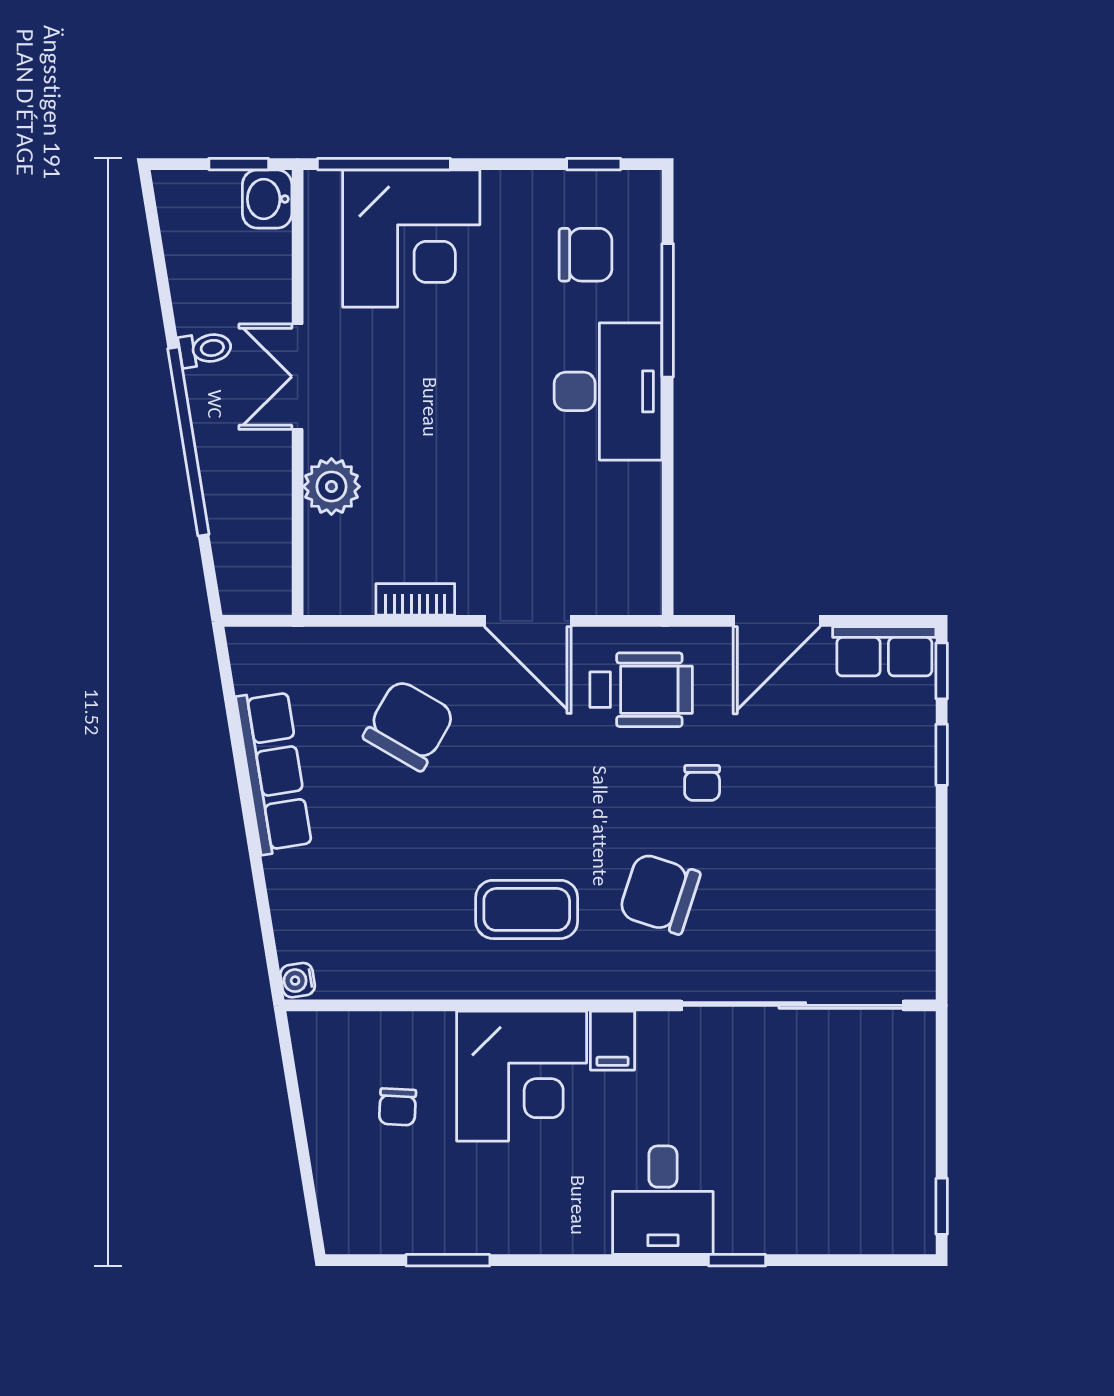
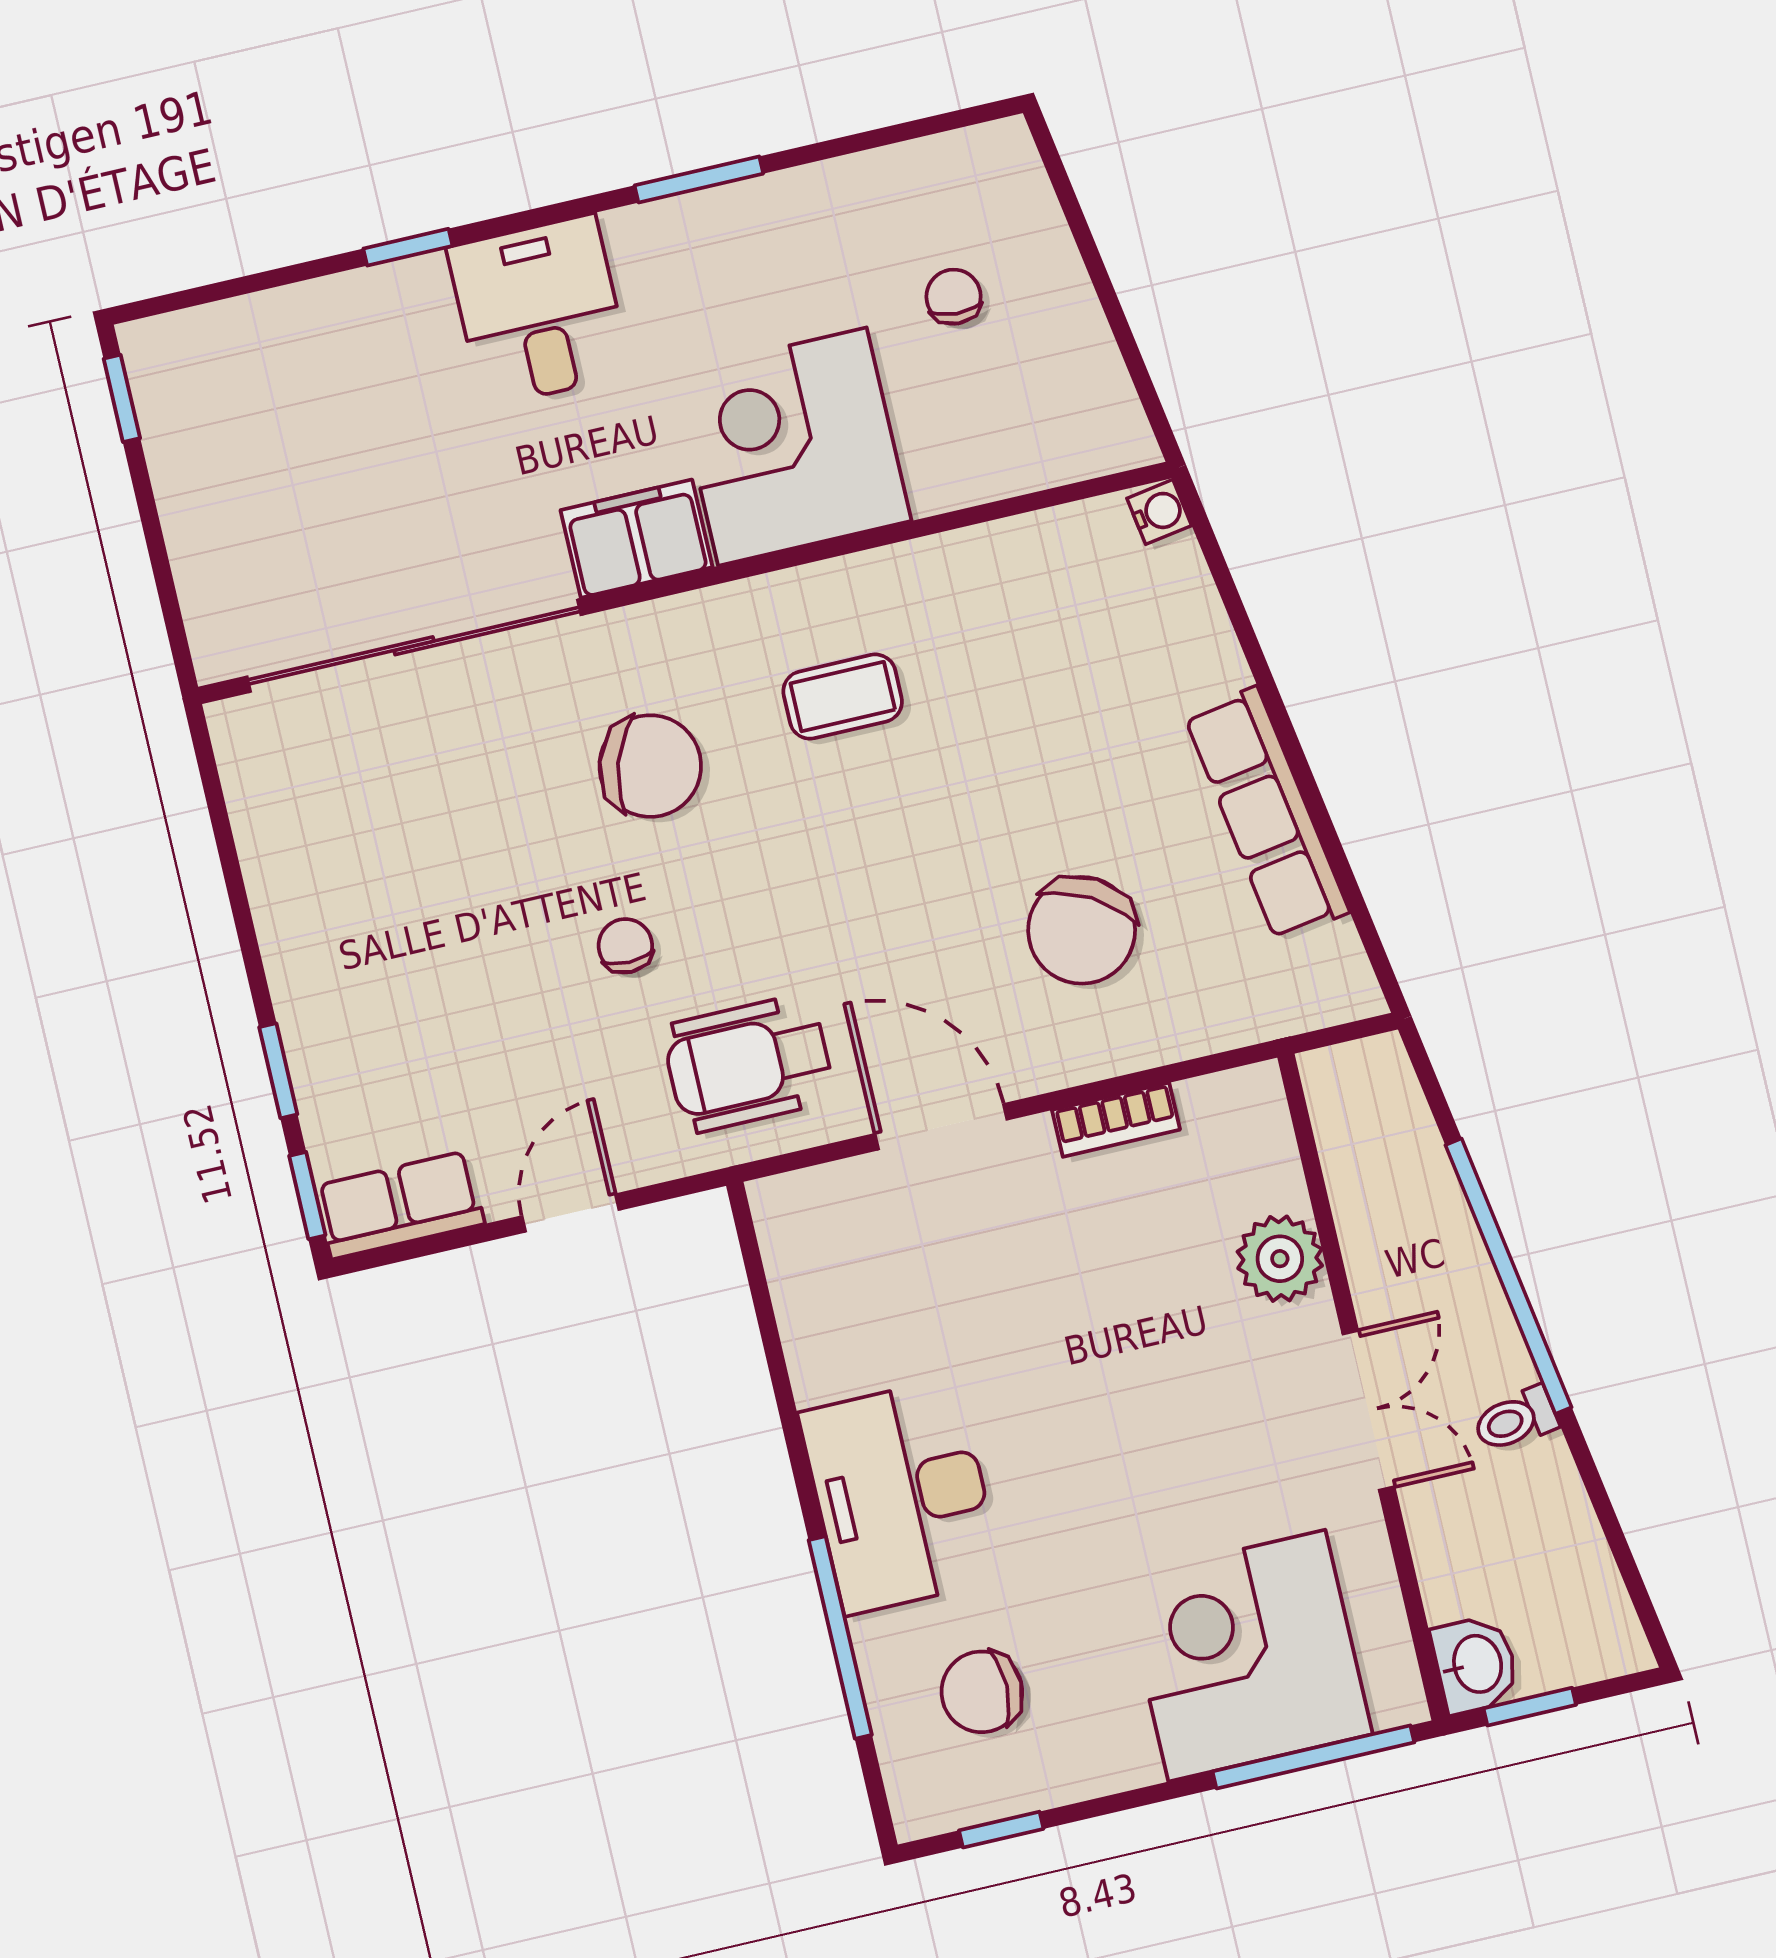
door: (777, 621) -> (570, 1213), width x0.73
coffee table: (527, 909) -> (843, 697), width x0.73, depth x0.77
filing cabinet: (613, 1041) -> (636, 539), width x2.00
chair: (398, 1107) -> (954, 297), moved
window: (448, 1260) -> (699, 179), moved

